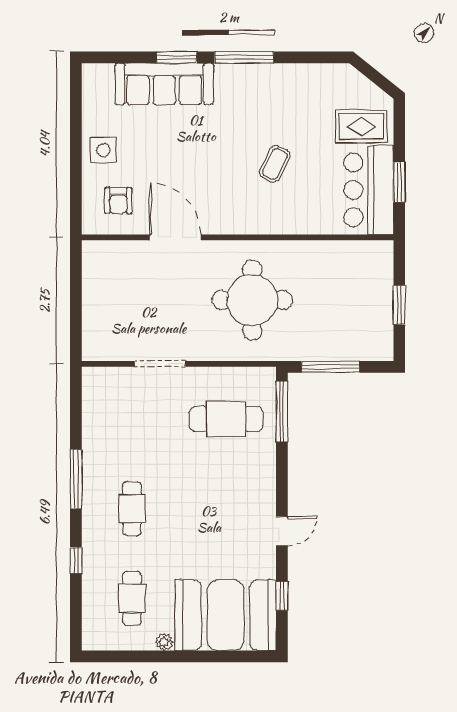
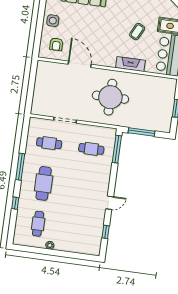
coffee table: (275, 164) -> (137, 32), moved
fireplace: (286, 222) -> (130, 64), added
cafe table: (132, 419) -> (49, 143), added
cafe table: (226, 419) -> (91, 149), width x0.73, depth x0.74
cafe table: (132, 509) -> (44, 183), width x1.37, depth x1.35
booth: (225, 615) -> (79, 237), removed

